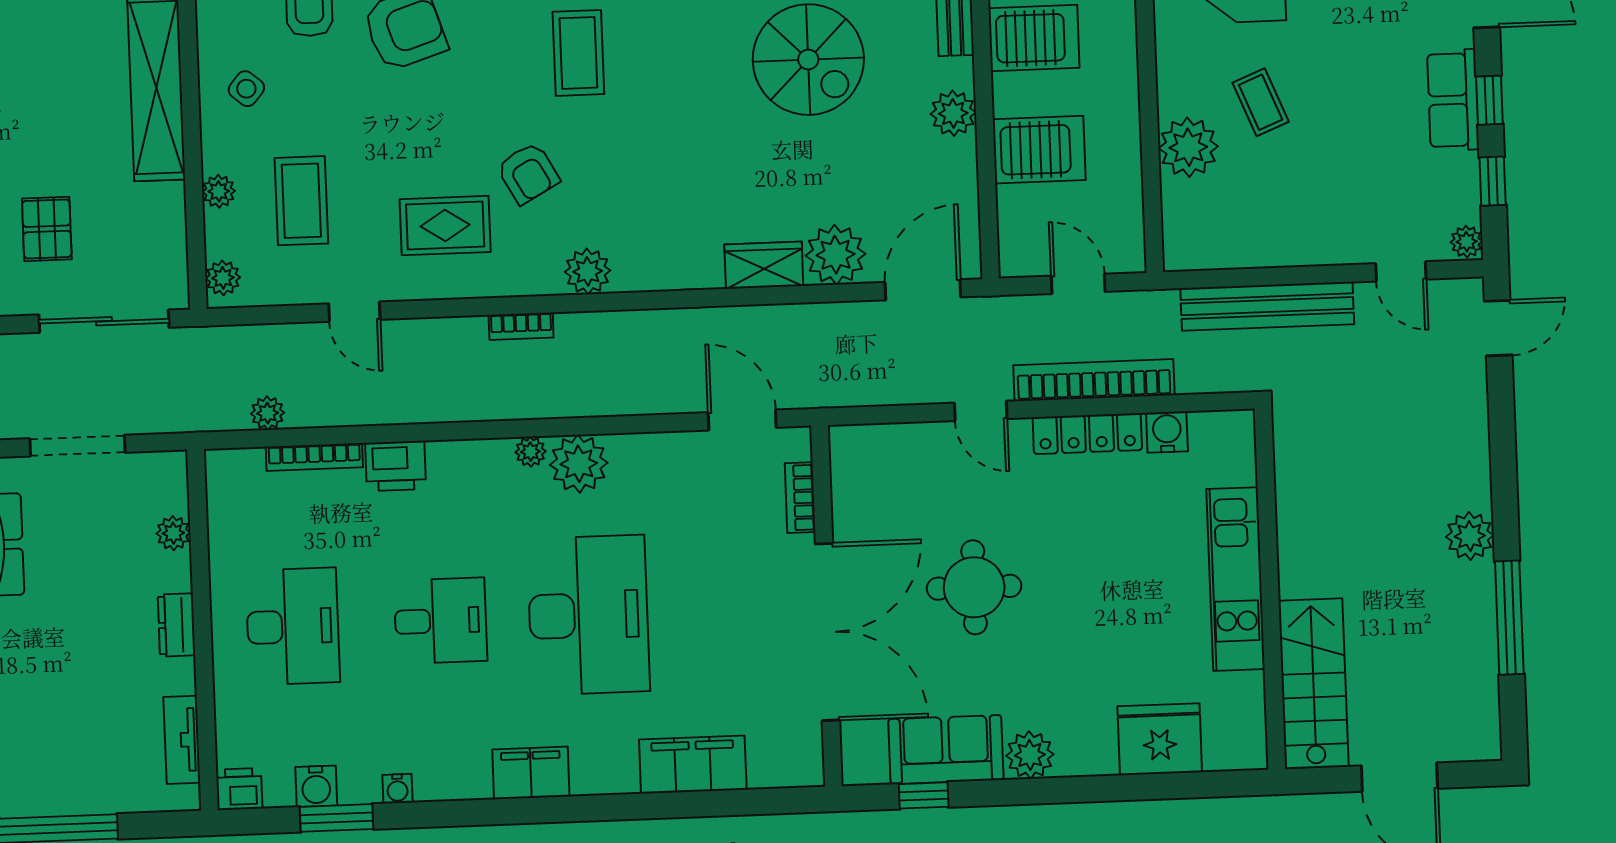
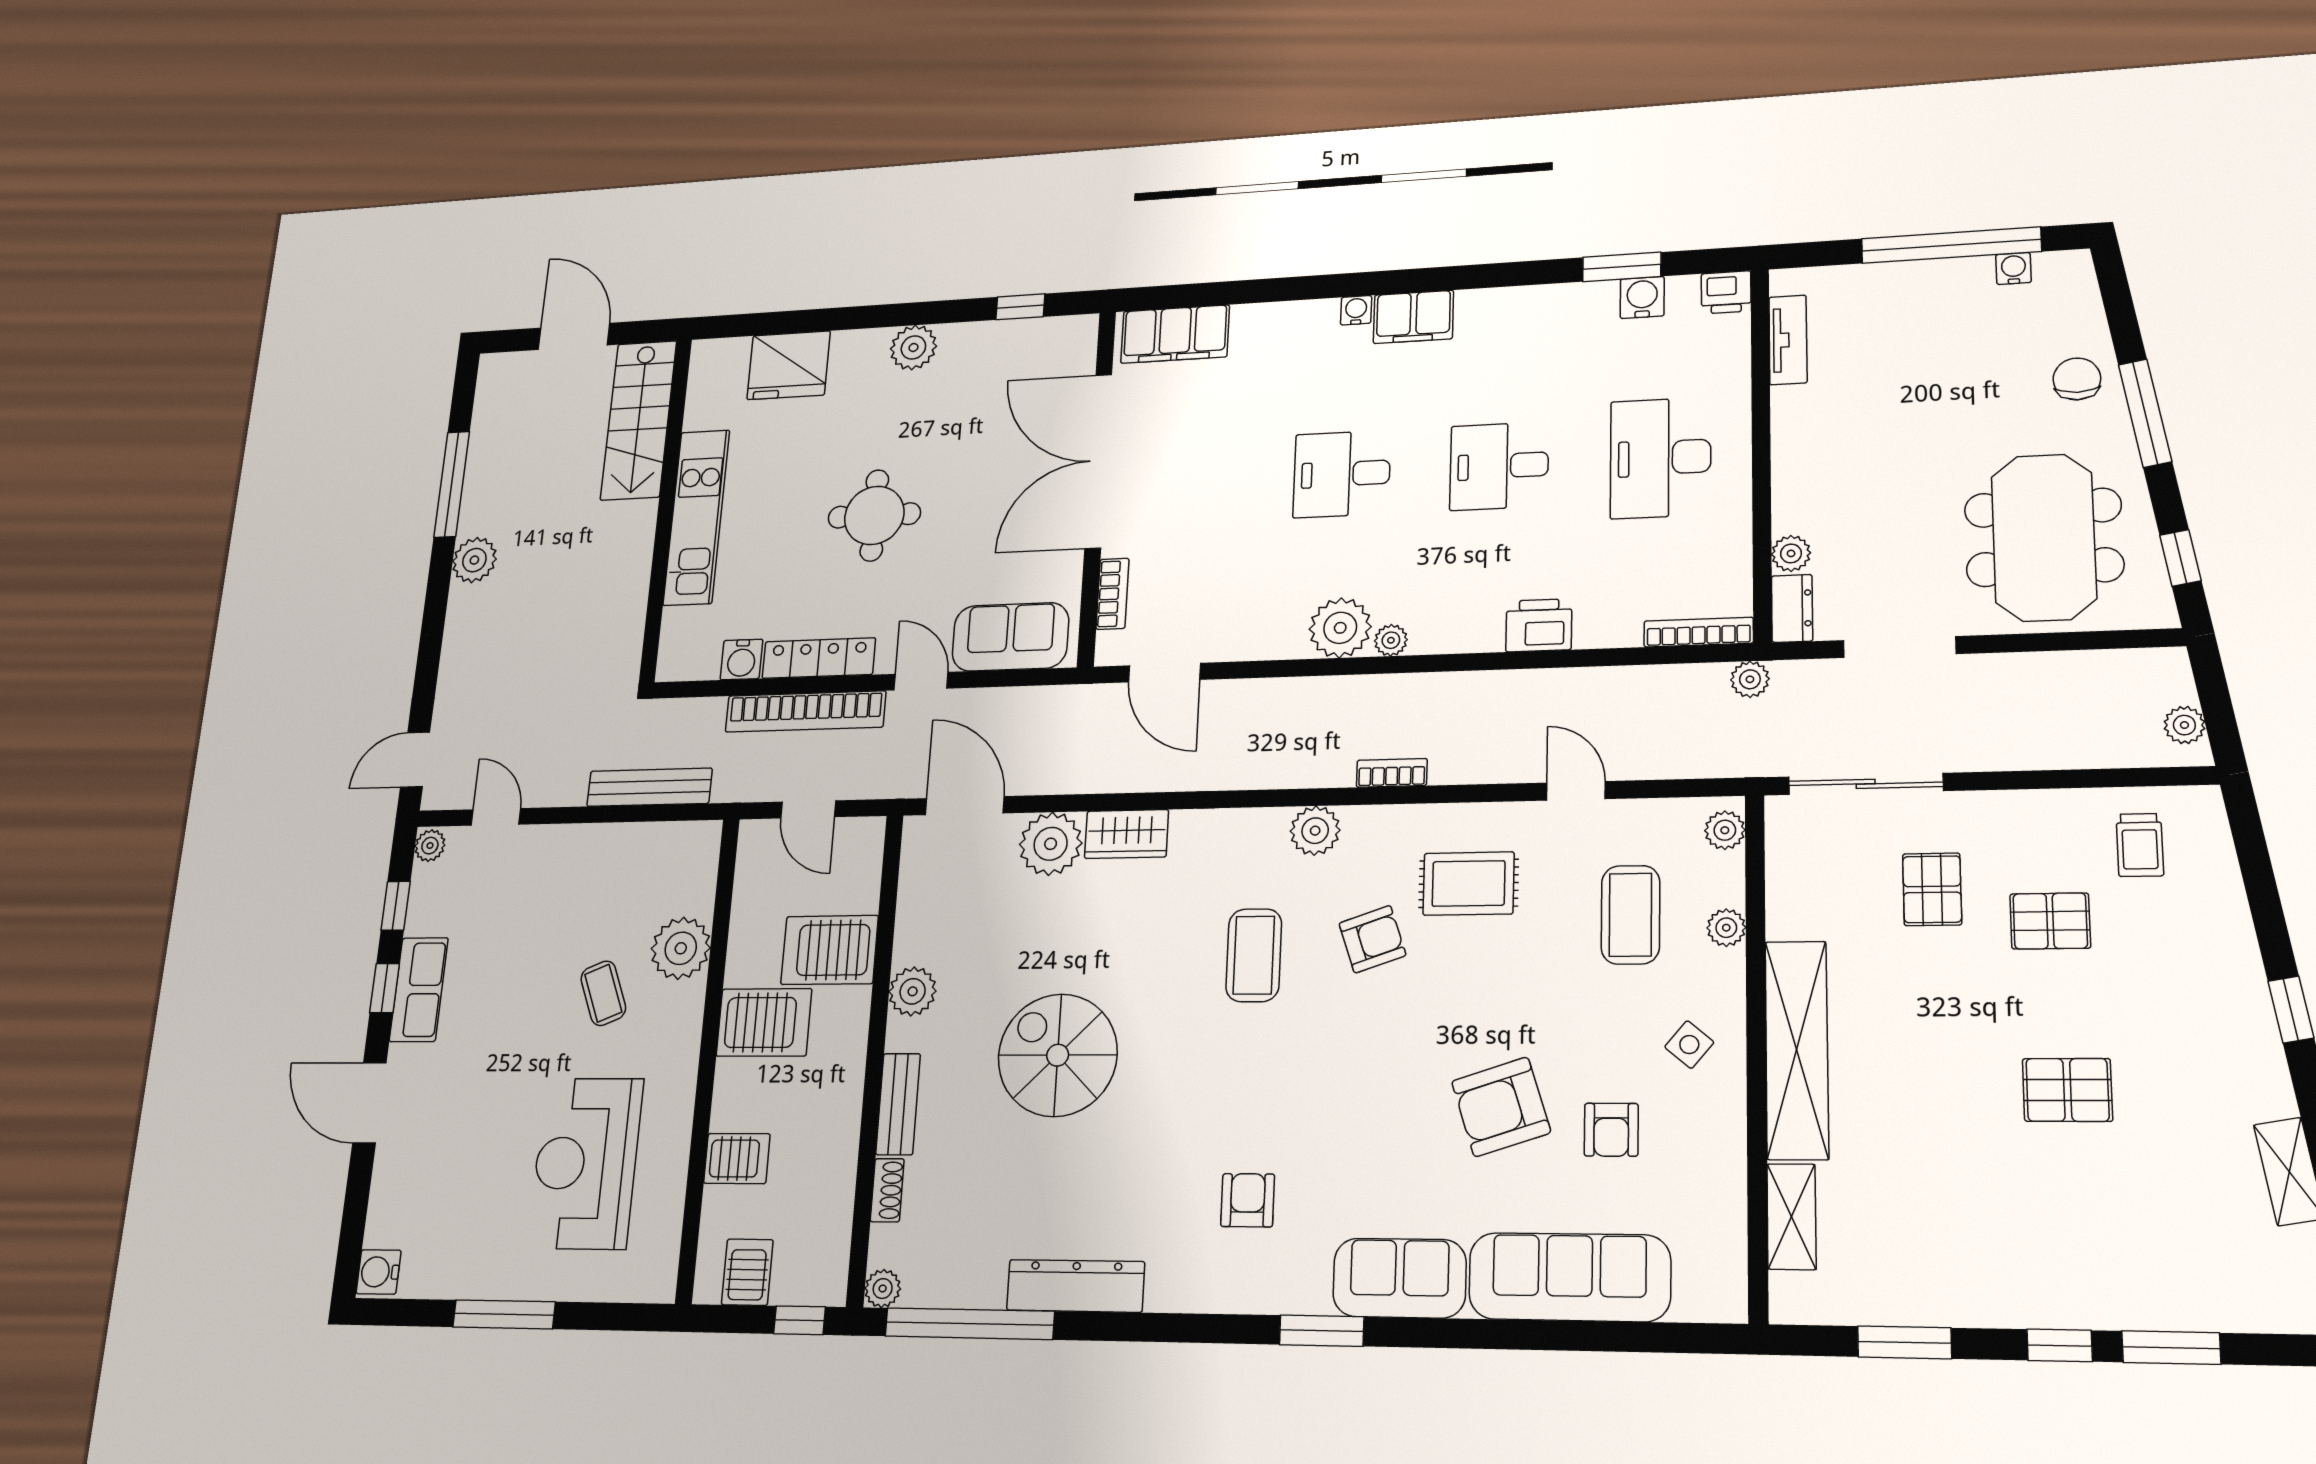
server rack: (1034, 38) -> (764, 1022), moved, turned 180
coffee table: (578, 53) -> (1254, 955), moved
armchair: (528, 173) -> (1372, 939), turned 100
door: (923, 290) -> (965, 806), swing flipped
bench: (1267, 306) -> (649, 787), width x0.73, depth x0.82
plant: (267, 413) -> (1750, 679), moved
bookcase: (314, 457) -> (1699, 632), moved
round table: (974, 587) -> (874, 515), moved
desk: (588, 615) -> (1342, 474), width x0.53, depth x0.77
dresser: (176, 625) -> (1792, 608), moved
sofa: (946, 750) -> (1010, 637), moved, turned 180
filing cabinet: (693, 765) -> (1175, 334), moved
water cooler: (397, 789) -> (1356, 310), moved

